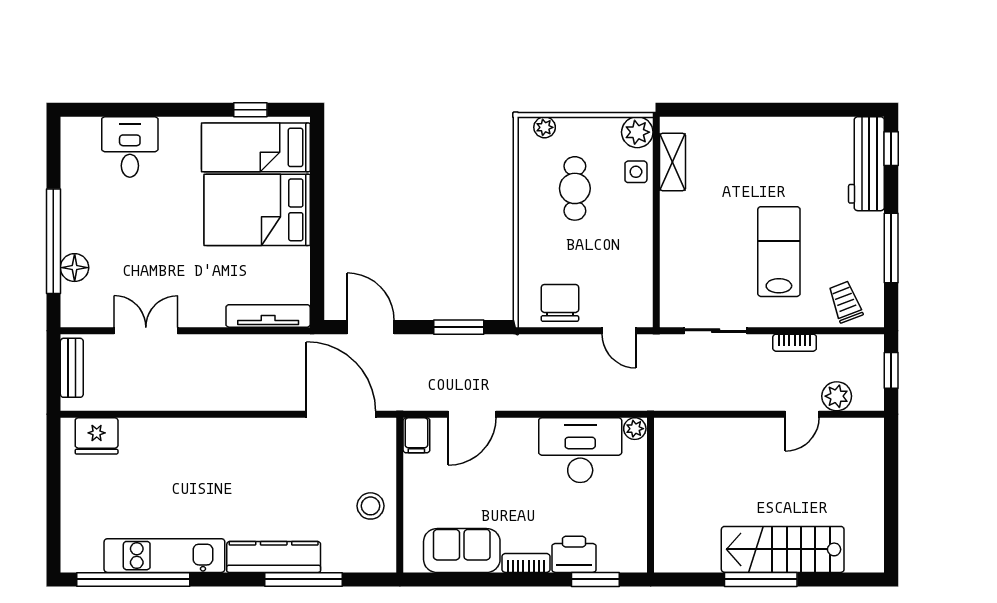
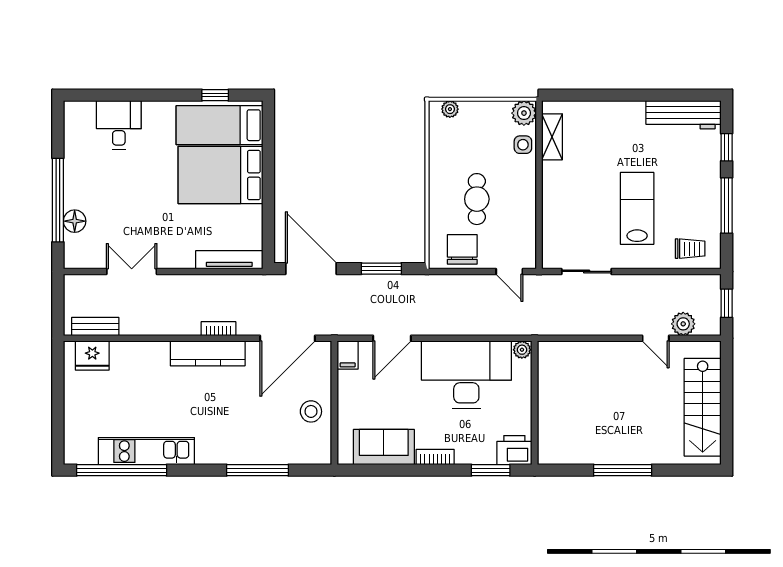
window: (891, 149) -> (727, 147), moved
workbench: (866, 164) -> (683, 115), moved, turned -90
cafe table: (575, 188) -> (477, 199), moved
trolley: (845, 302) -> (690, 249), turned 111
door: (371, 327) -> (311, 269), width x1.36
bookcase: (795, 343) -> (219, 329), moved, turned 180
bench: (72, 368) -> (95, 327), moved, turned 90
door: (341, 414) -> (287, 338), swing flipped
door: (802, 414) -> (656, 338), hinge flipped
desk: (580, 450) -> (466, 375), width x1.36, depth x1.30
stairs: (783, 549) -> (703, 407), moved, turned -90
printer: (574, 554) -> (514, 450), moved
kitchen counter: (274, 557) -> (208, 353), moved, turned 180

